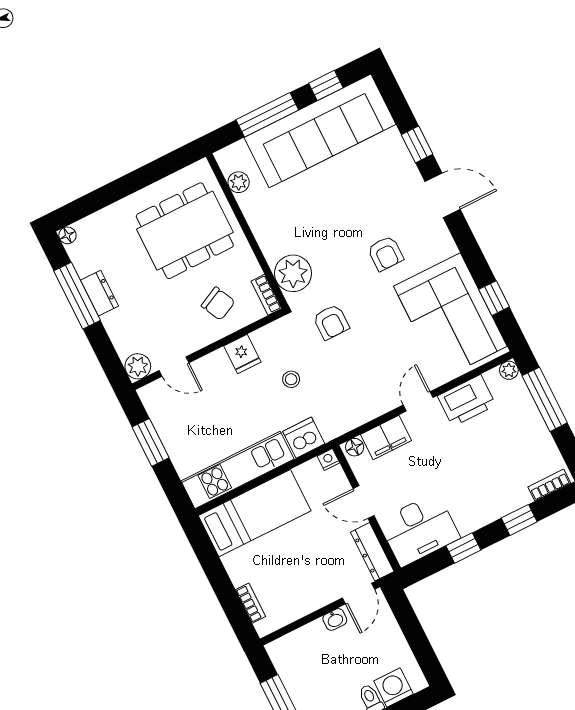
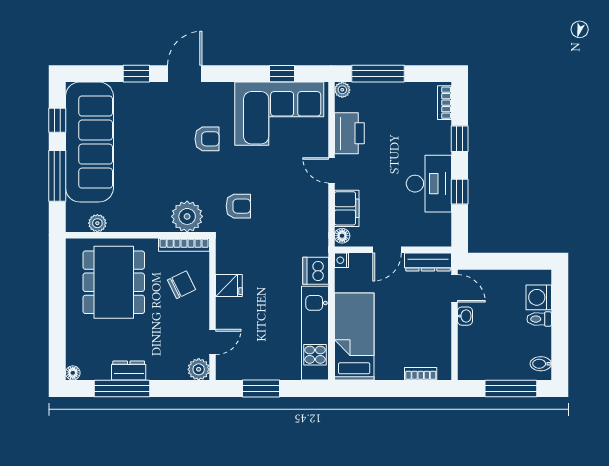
bookcase: (266, 295) -> (184, 245), width x1.56
stool: (291, 379) -> (267, 258), removed
desk: (419, 529) -> (429, 184), moved

